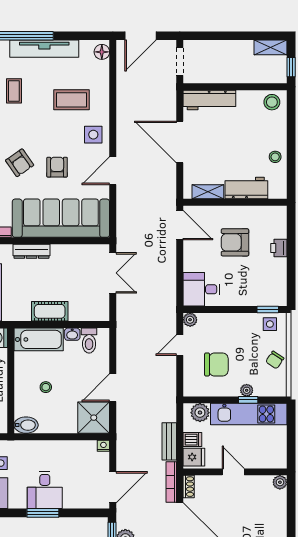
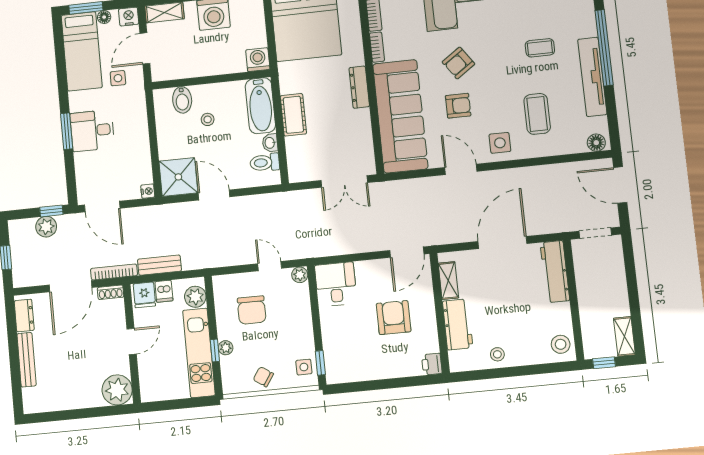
printer: (279, 248) -> (432, 364), moved, turned -90
bidet: (26, 425) -> (182, 100), moved
plant: (280, 482) -> (117, 390), width x1.87, depth x1.87

